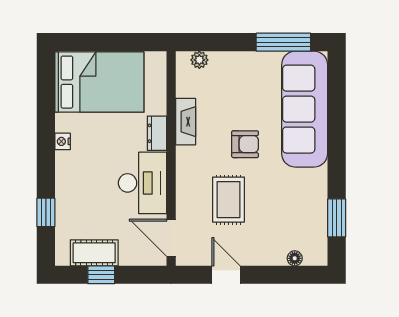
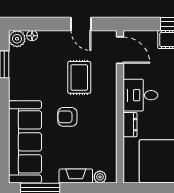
fireplace: (186, 122) -> (76, 176), moved, turned 90
desk: (143, 183) -> (140, 95), width x0.73
plant: (316, 254) -> (17, 39), added

